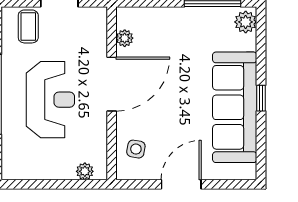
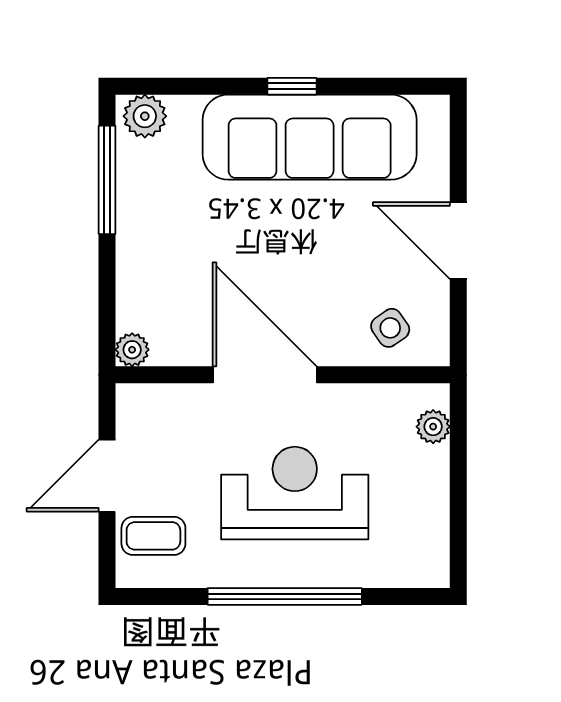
plant: (125, 38) -> (132, 350), moved
side table: (136, 149) -> (390, 328), turned 45

